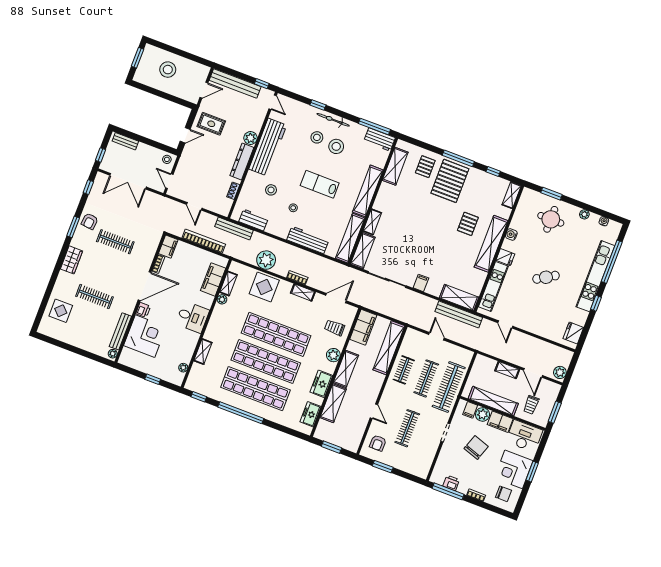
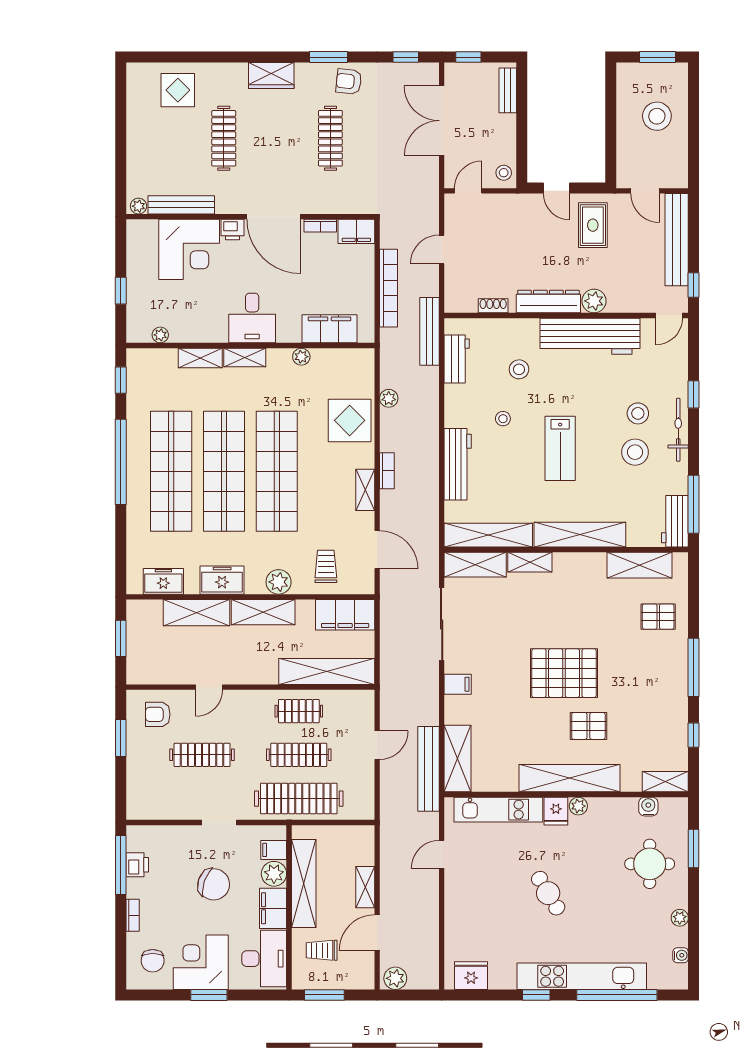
pallet: (450, 181) -> (564, 673), moved
lab bench: (320, 184) -> (560, 448), turned 180
water cooler: (511, 234) -> (648, 807), moved
plant: (507, 245) -> (578, 806), added
plant: (266, 260) -> (389, 398), width x0.53, depth x0.53
shelving: (228, 283) -> (245, 358), moved

